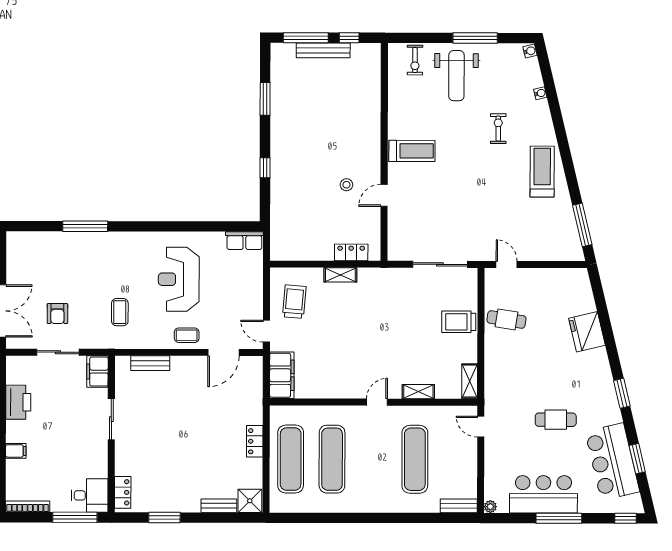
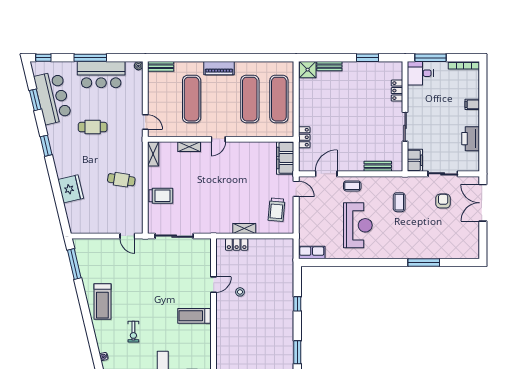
cafe table: (506, 319) -> (121, 180), moved
locker: (255, 441) -> (304, 137), moved
locker: (123, 492) -> (397, 91), moved
piano: (376, 503) -> (219, 68), added

